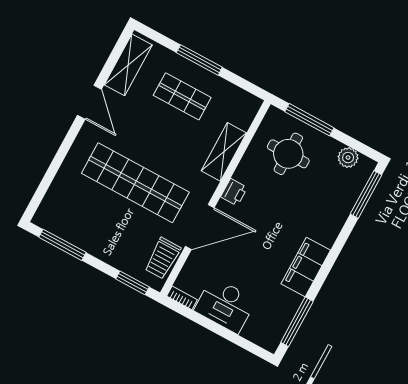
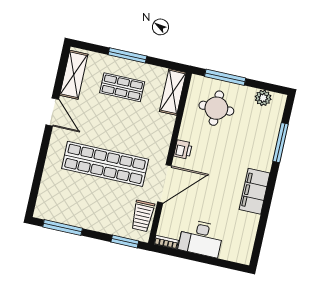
shelving: (224, 152) -> (173, 92), moved
window: (366, 194) -> (281, 143), moved
window: (297, 322) -> (260, 235), removed

